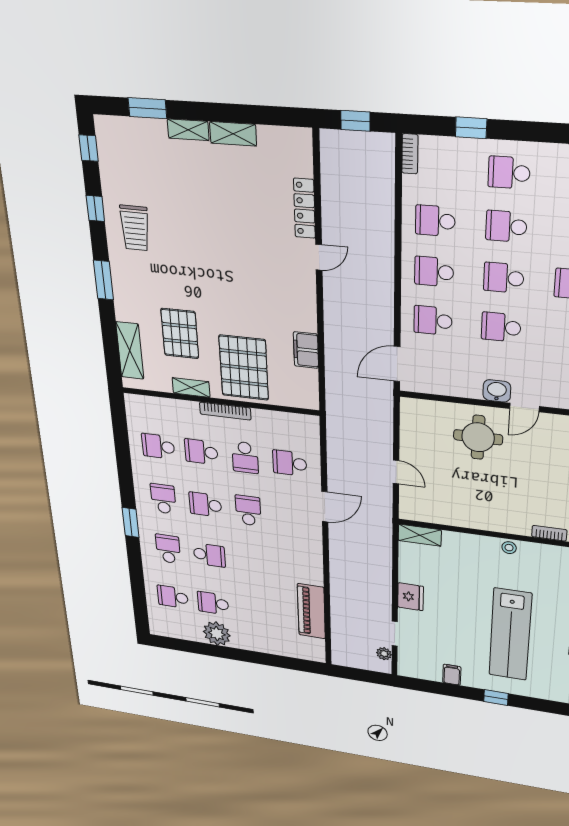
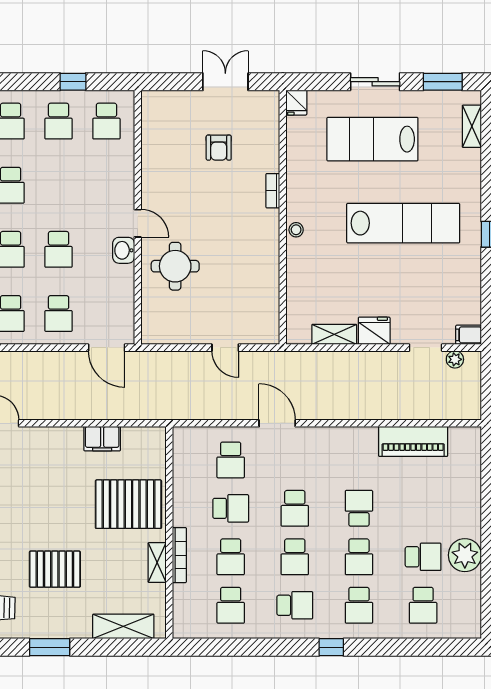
pallet: (180, 333) -> (55, 569), moved
bookcase: (225, 411) -> (179, 555), moved
door: (396, 472) -> (225, 348), swing flipped
school desk: (163, 499) -> (295, 605), turned 180
school desk: (248, 511) -> (295, 508), turned -90
window: (131, 522) -> (331, 647), width x0.67
shelving: (420, 535) -> (334, 334), moved, turned 90
school desk: (168, 549) -> (359, 605), turned -90
school desk: (209, 555) -> (359, 557), turned 180
school desk: (251, 561) -> (359, 508), added
school desk: (213, 603) -> (423, 557), turned -90
filing cabinet: (452, 675) -> (469, 335), moved

